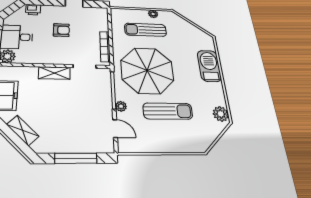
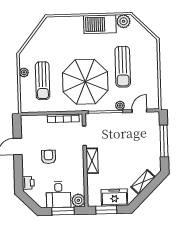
barbecue: (209, 66) -> (100, 24), moved
sun lounger: (168, 111) -> (123, 67), turned 180

